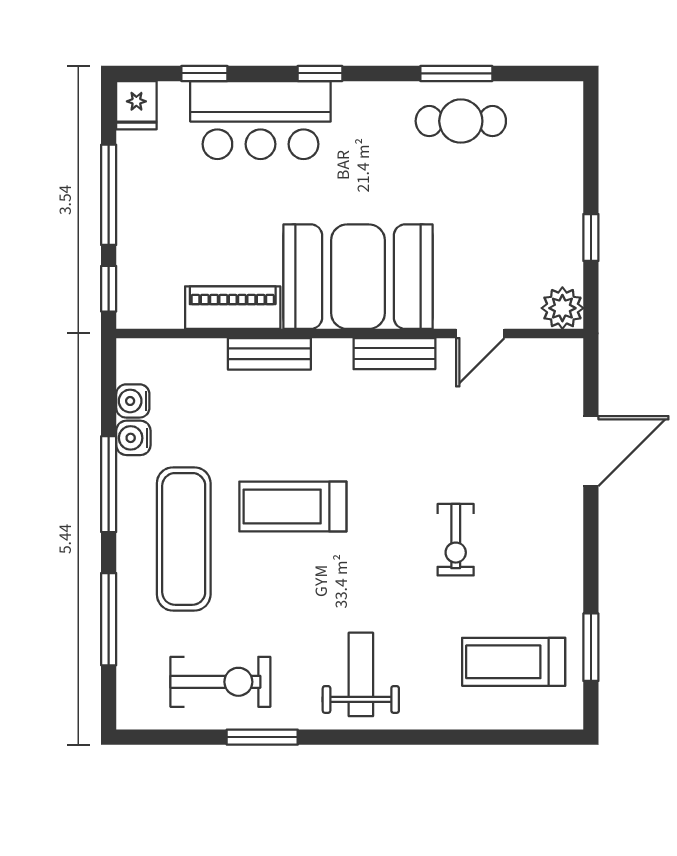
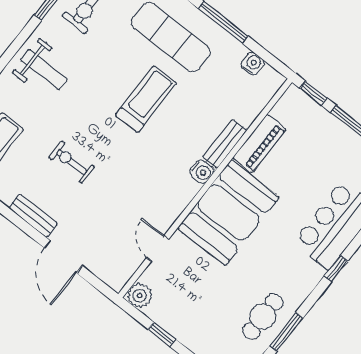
bench: (394, 354) -> (33, 216), moved, turned 90
water cooler: (133, 438) -> (202, 172), moved, turned 90

